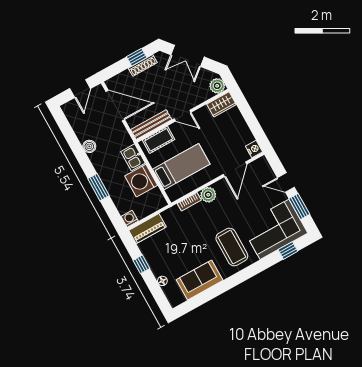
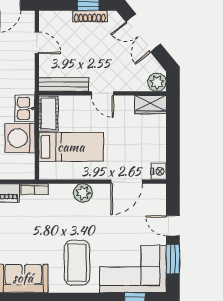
door: (115, 106) -> (37, 43), width x0.53
cot: (159, 140) -> (48, 114), moved, turned 90
bookcase: (189, 202) -> (34, 189), moved

